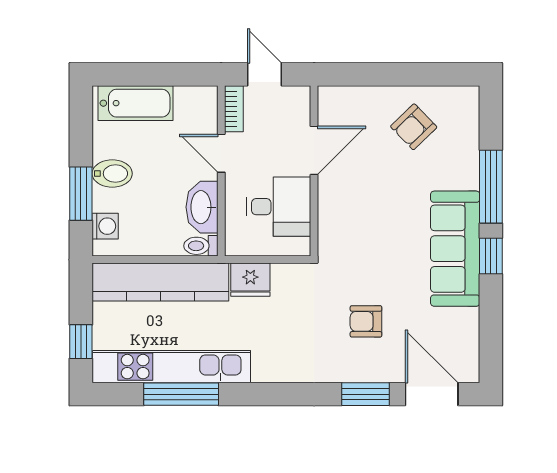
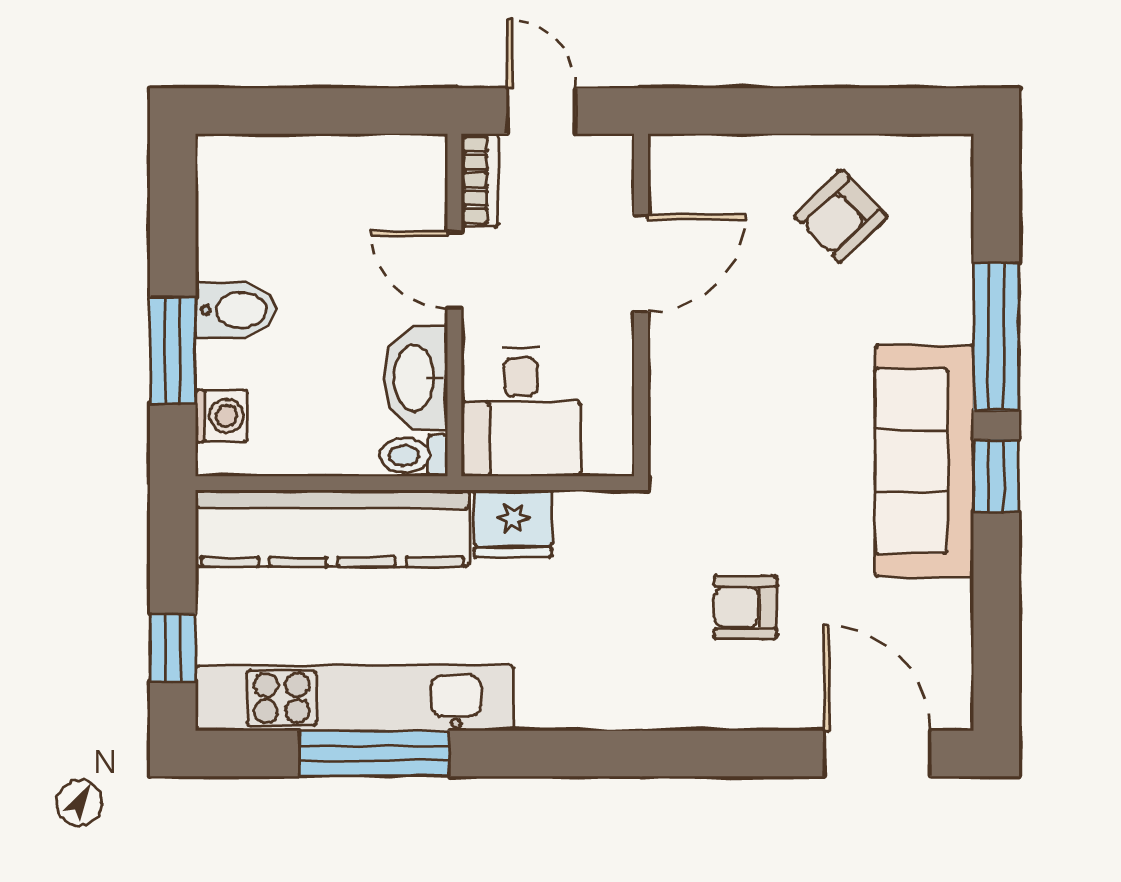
bathtub: (135, 103) -> (282, 169), removed
desk: (279, 207) -> (521, 412), moved, turned 90
window: (365, 394) -> (744, 753), removed

